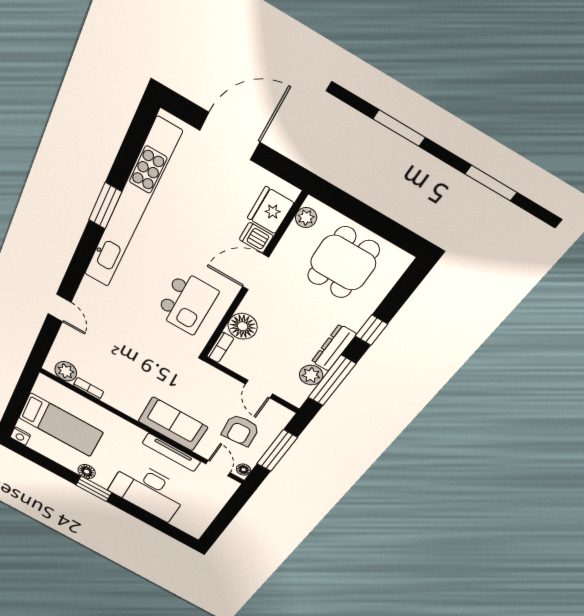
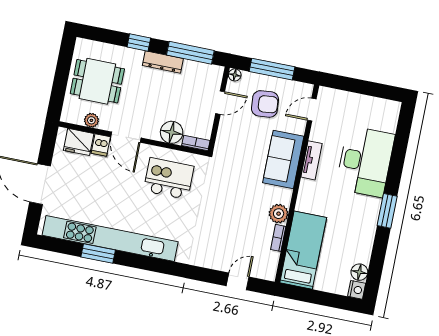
window: (105, 206) -> (98, 253), moved
plant: (306, 218) -> (91, 120), moved
door: (60, 308) -> (238, 281), moved
plant: (66, 371) -> (279, 214), moved
plant: (311, 375) -> (192, 69), removed
bed: (61, 425) -> (303, 250), moved
tv unit: (171, 452) -> (312, 160), width x0.71
floor lamp: (244, 470) -> (235, 75), moved
floor lamp: (87, 472) -> (359, 272), moved

